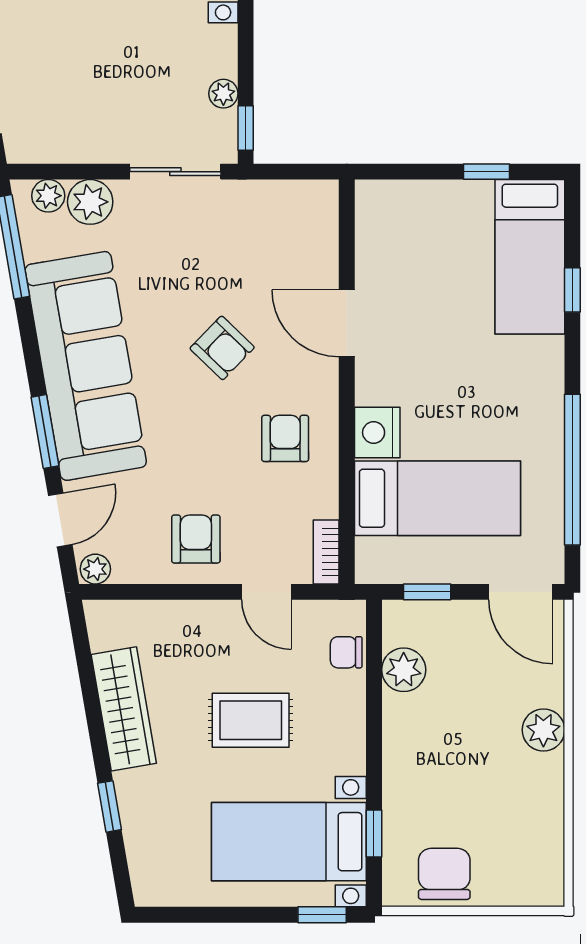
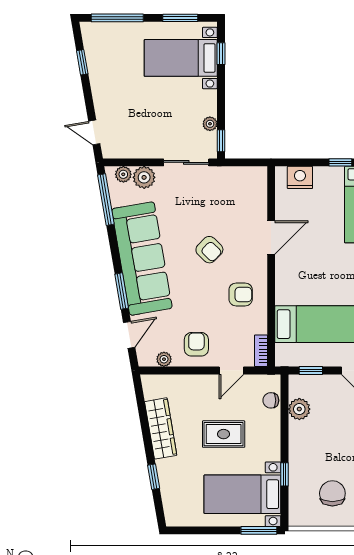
door: (347, 323) -> (271, 238), swing flipped
nightstand: (377, 432) -> (300, 177), moved, turned 90
armchair: (285, 438) -> (241, 294), turned 90
plant: (95, 569) -> (164, 359), moved
door: (266, 592) -> (231, 370), hinge flipped
window: (374, 834) -> (285, 474), moved
chair: (444, 874) -> (332, 493), moved
window: (322, 915) -> (259, 530), width x1.50

